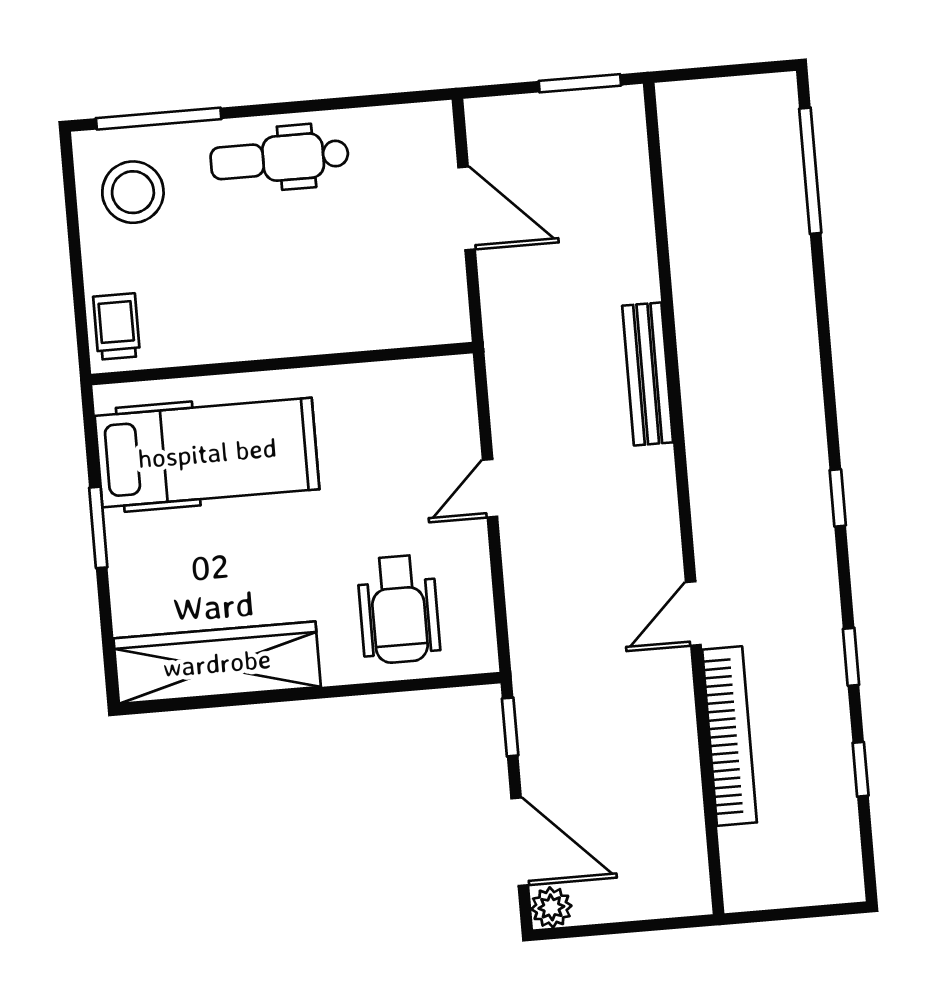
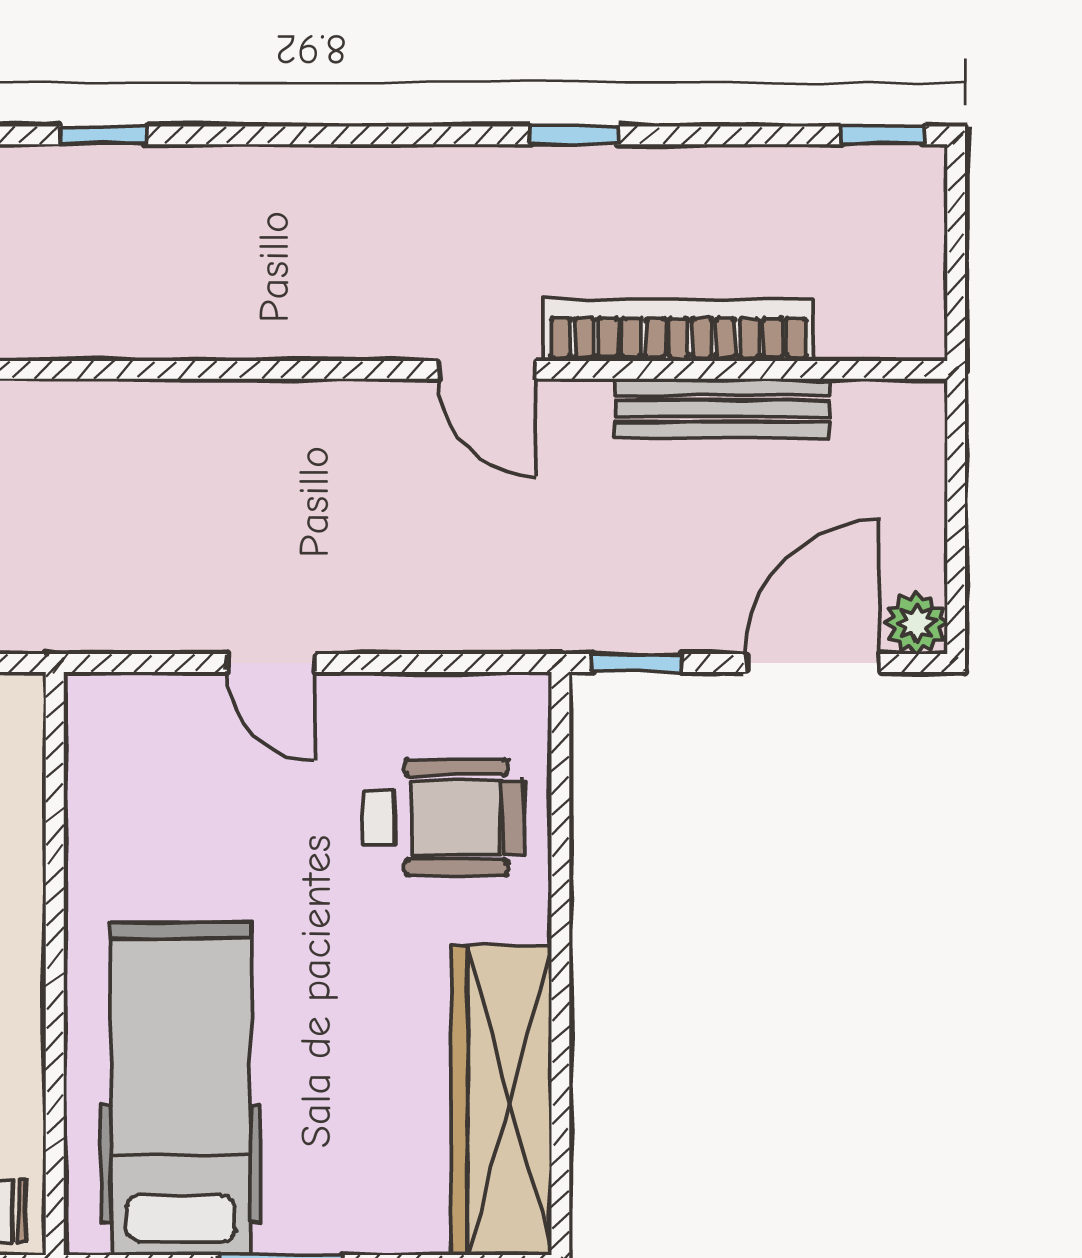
bench: (648, 374) -> (722, 409), moved
window: (838, 498) -> (103, 135), moved
window: (861, 769) -> (883, 135), moved

